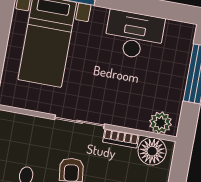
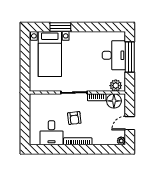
desk: (134, 35) -> (114, 55), moved, turned 90

